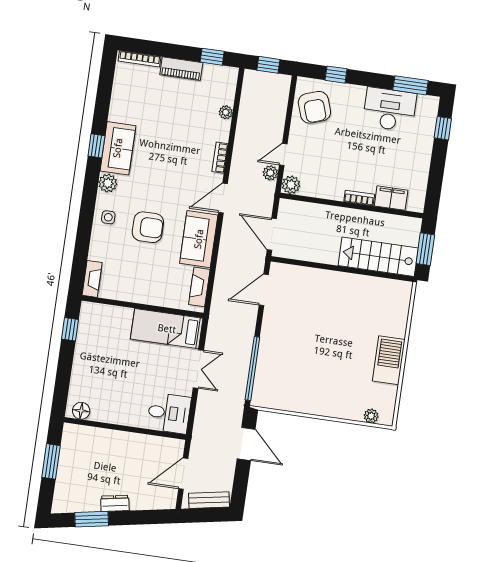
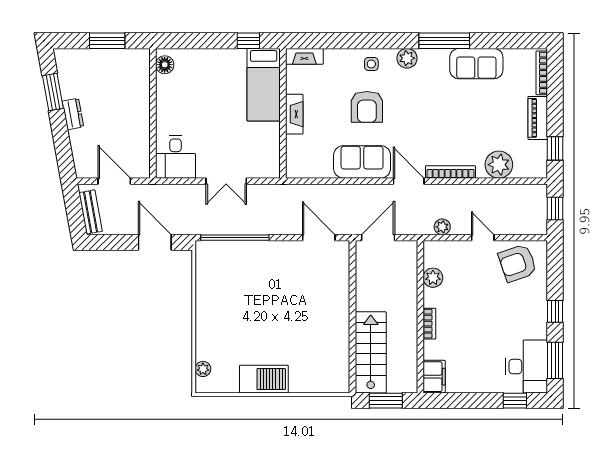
window: (336, 75) -> (555, 311), moved
desk: (390, 109) -> (527, 366), moved
plant: (226, 112) -> (499, 165), width x1.87, depth x1.87
window: (96, 146) -> (444, 41), width x2.17
sofa: (118, 148) -> (476, 64), moved
door: (283, 154) -> (483, 238), moved
bookcase: (220, 158) -> (451, 172), width x1.56
plant: (291, 185) -> (433, 278), moved
filing cabinet: (391, 198) -> (434, 377), moved
fireplace: (199, 287) -> (294, 114), moved, turned 90
bed: (167, 329) -> (264, 85), moved, turned 180
door: (246, 444) -> (155, 242), swing flipped

